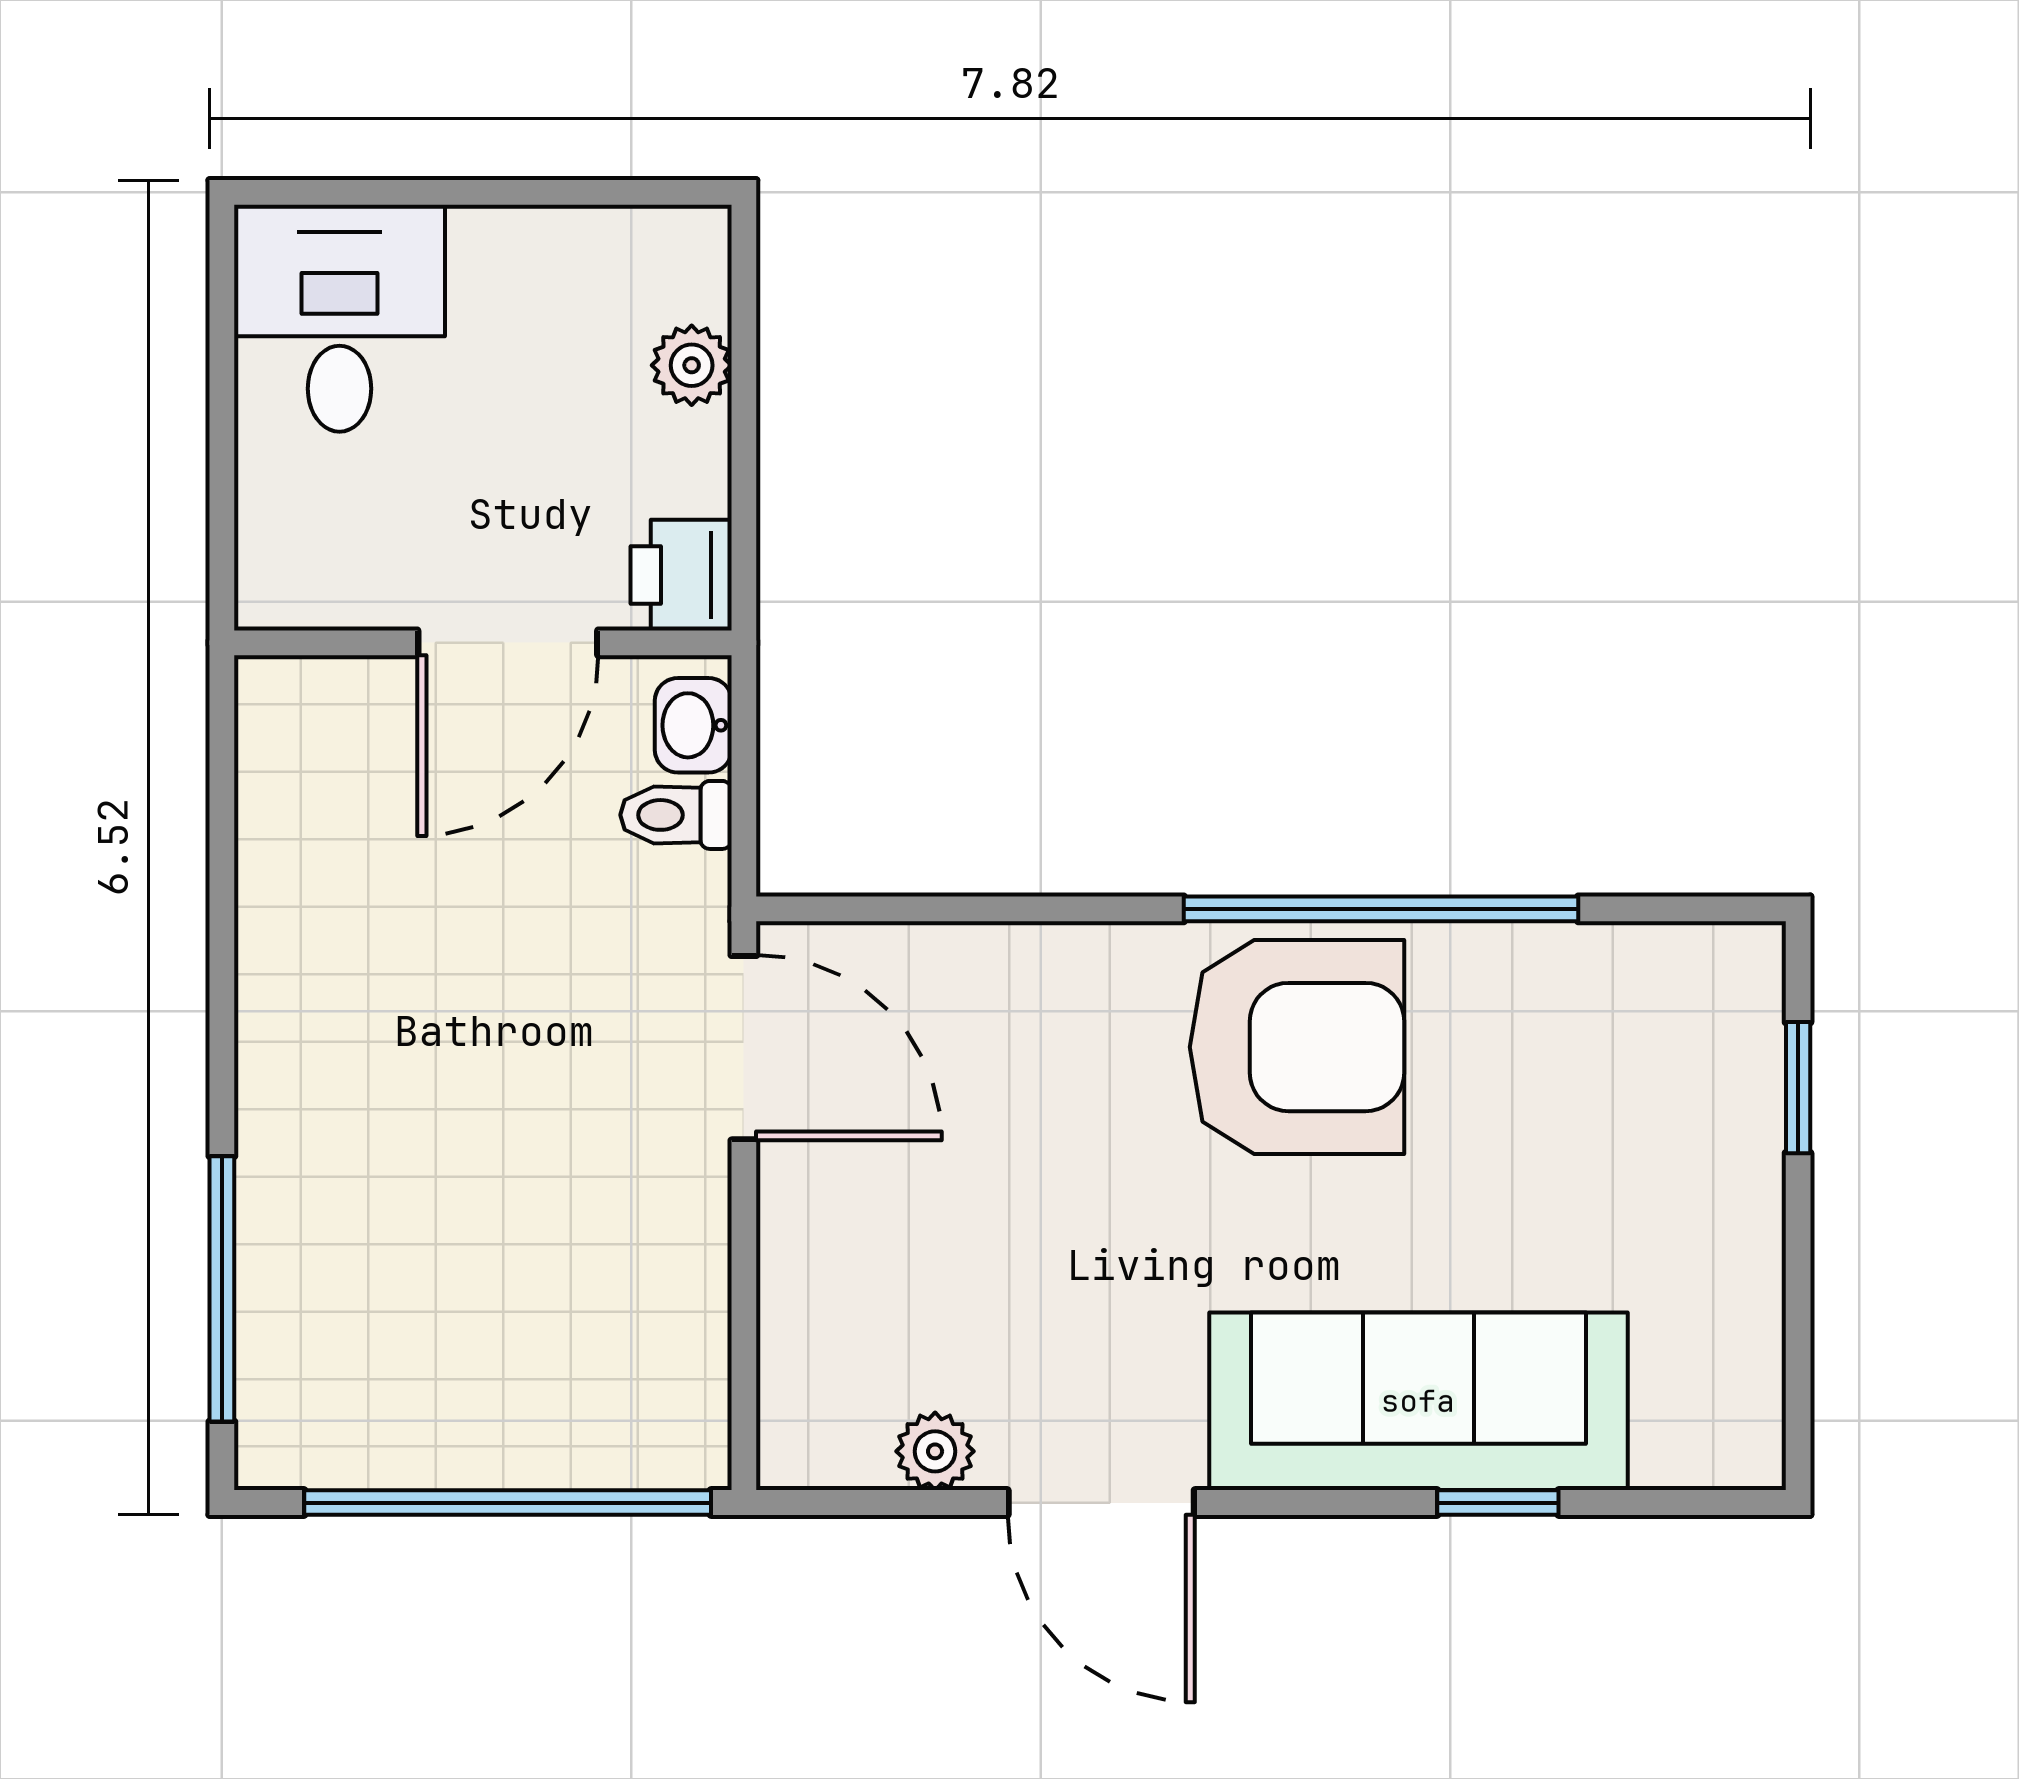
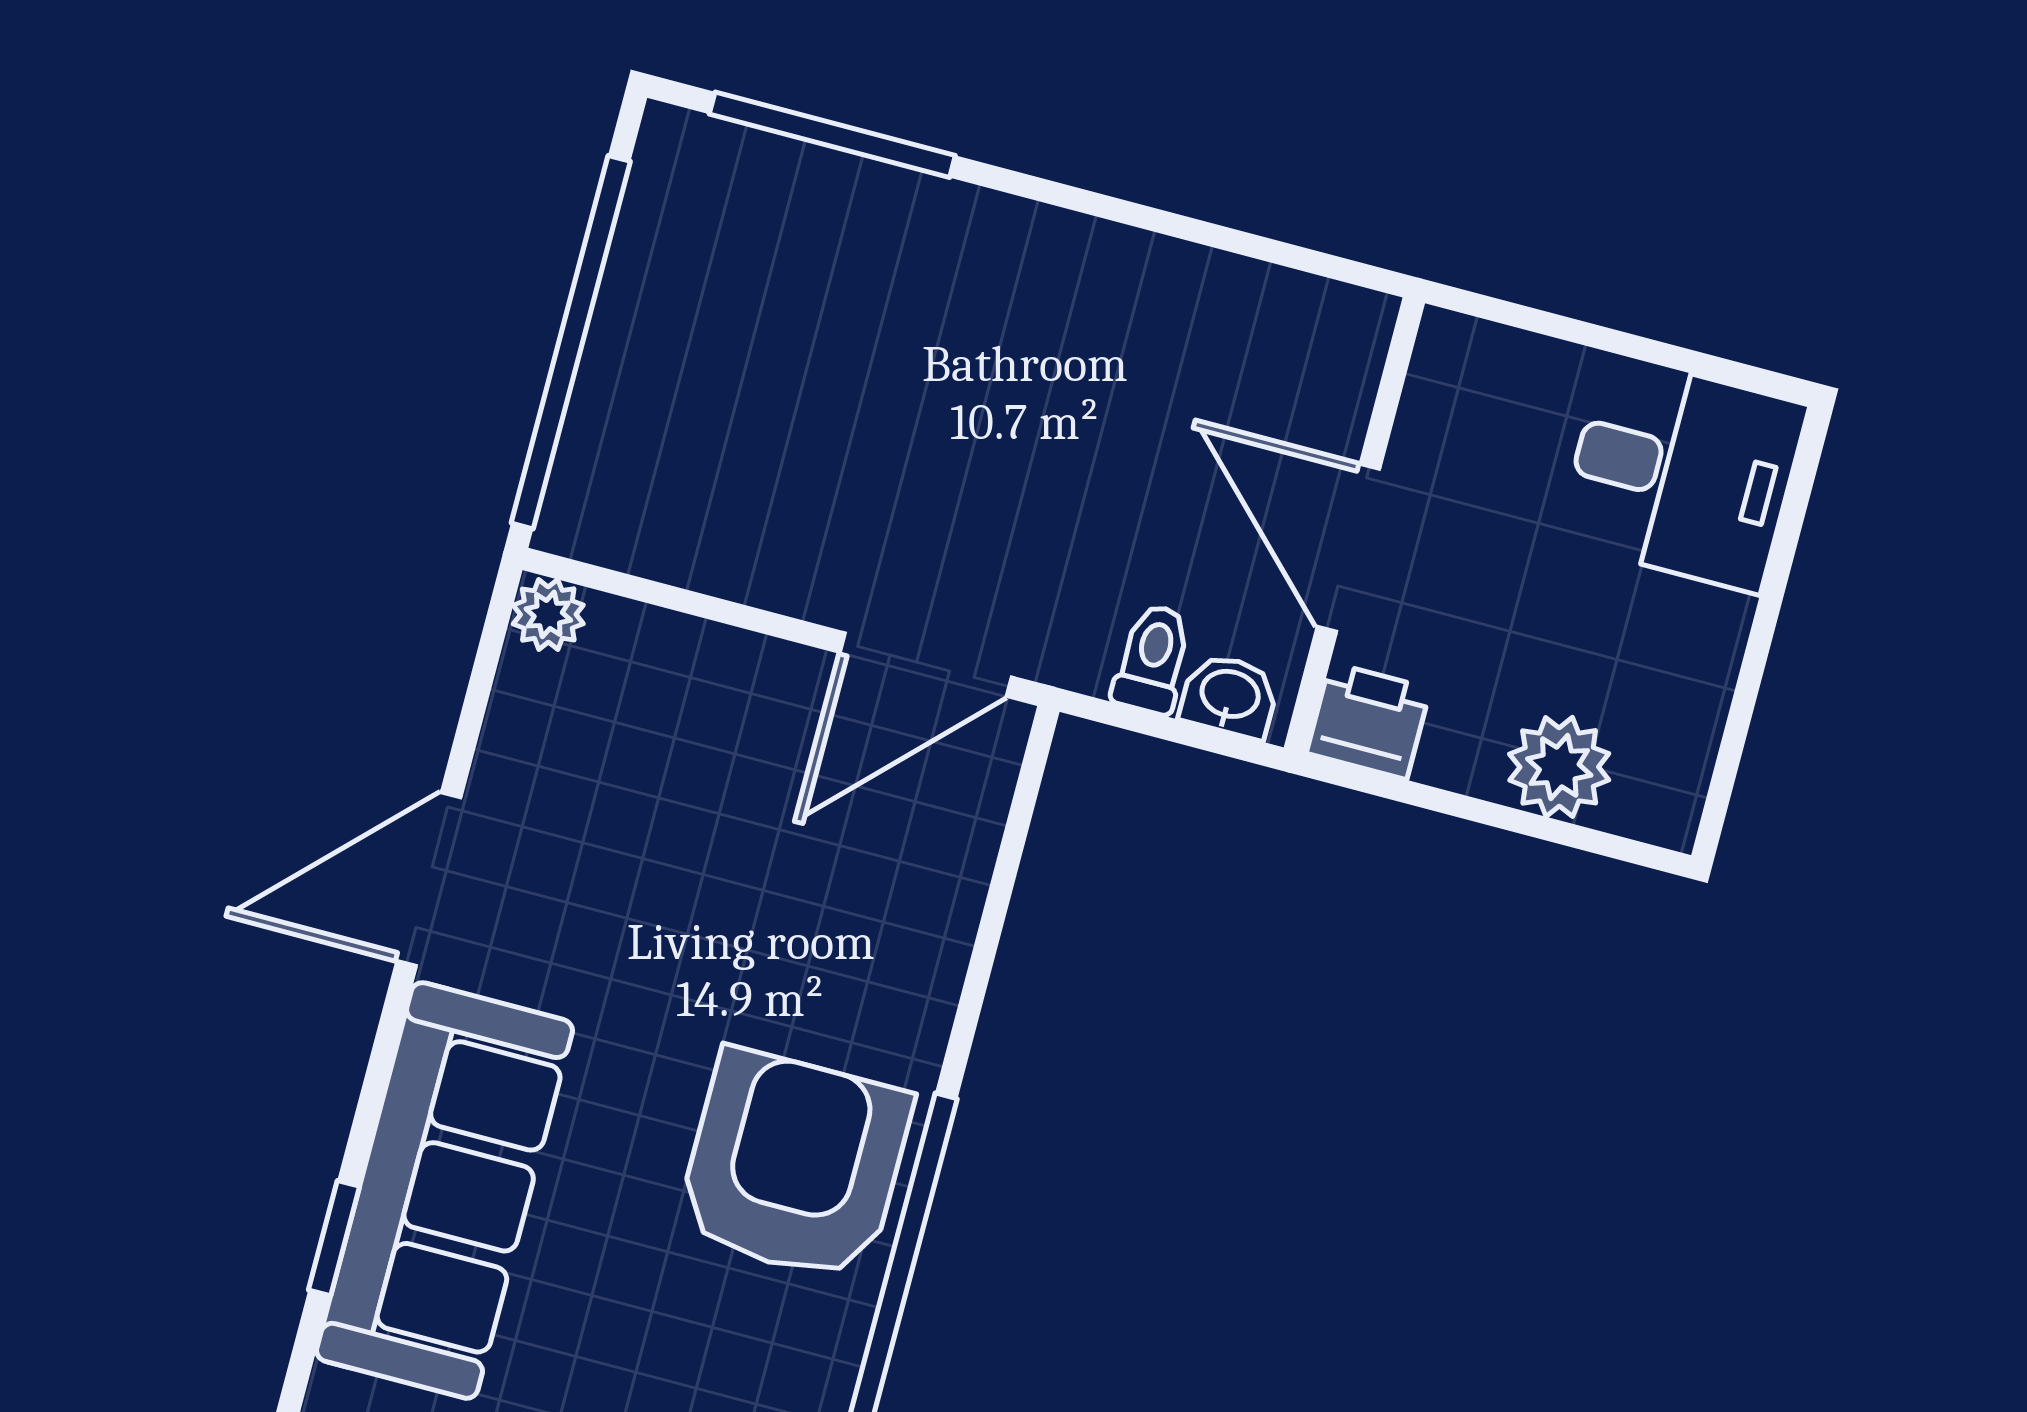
plant: (692, 365) -> (1559, 767), width x1.38, depth x1.38
armchair: (1297, 1047) -> (794, 1165), turned 180
plant: (935, 1451) -> (548, 614), moved

